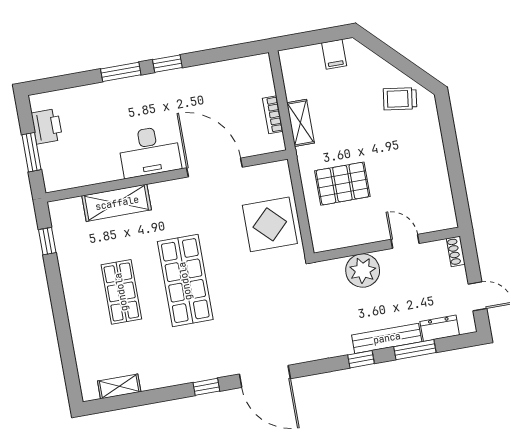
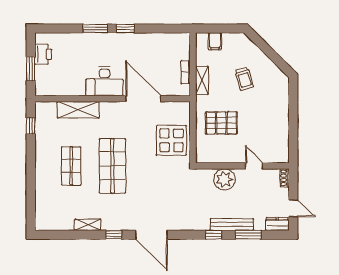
filing cabinet: (334, 54) -> (215, 41), moved
trolley: (400, 99) -> (244, 79), moved, turned -115
dresser: (440, 328) -> (277, 224), moved
shelving: (119, 386) -> (88, 225), moved

